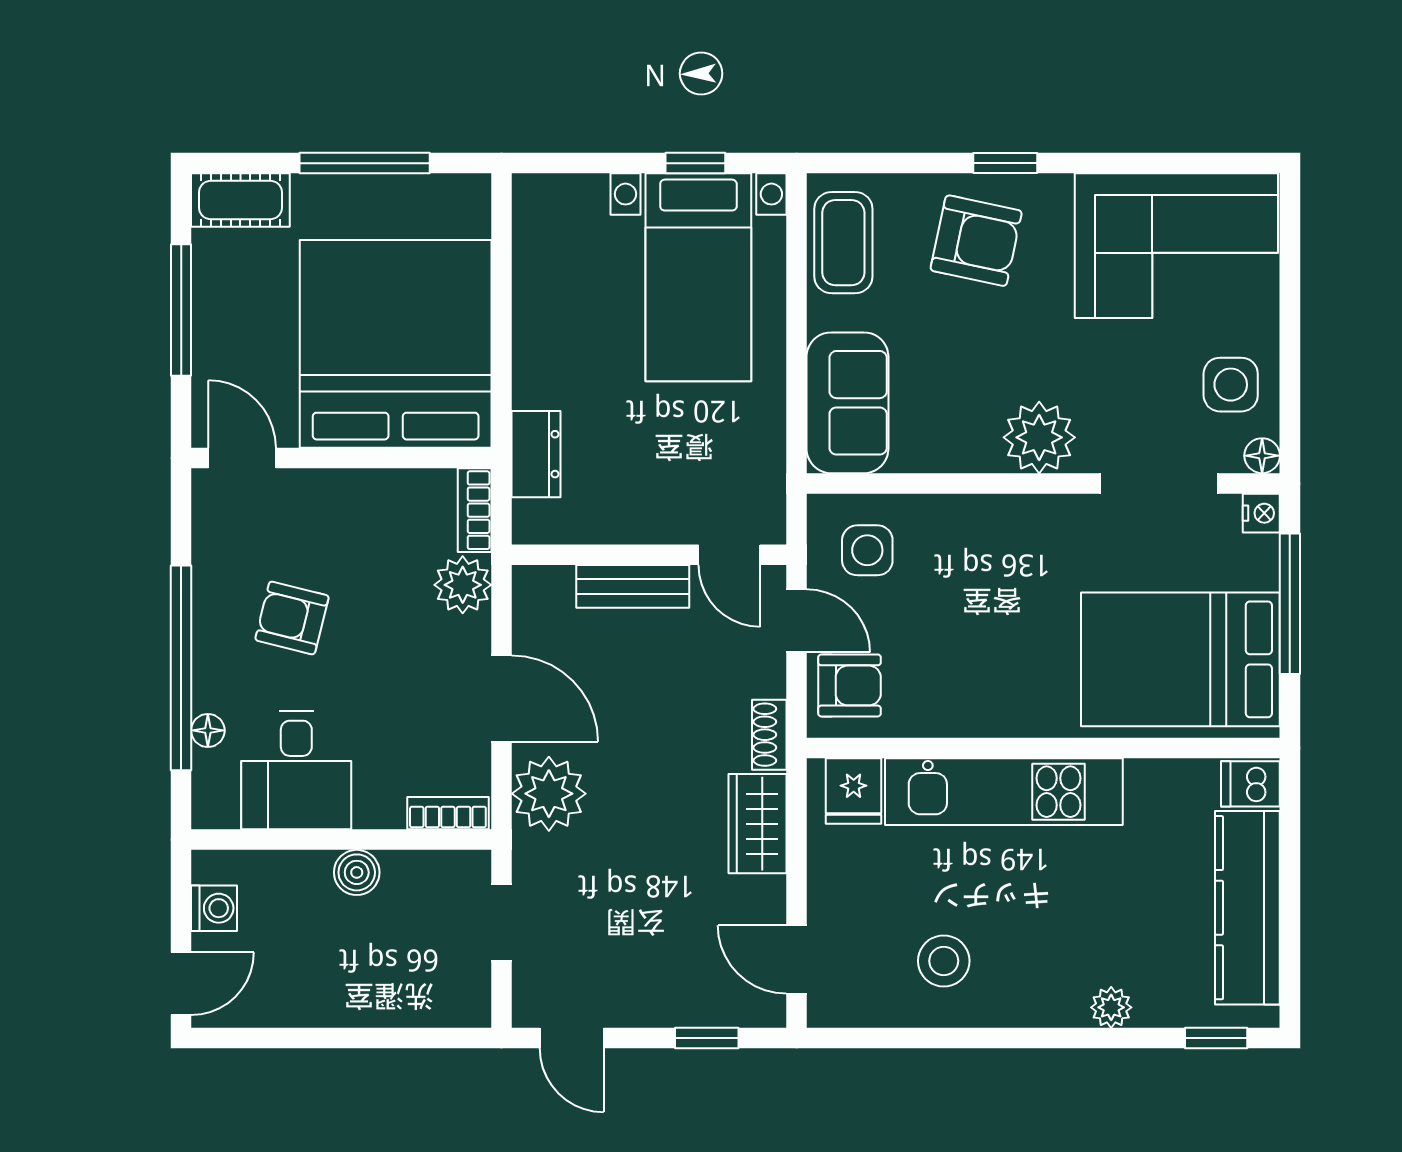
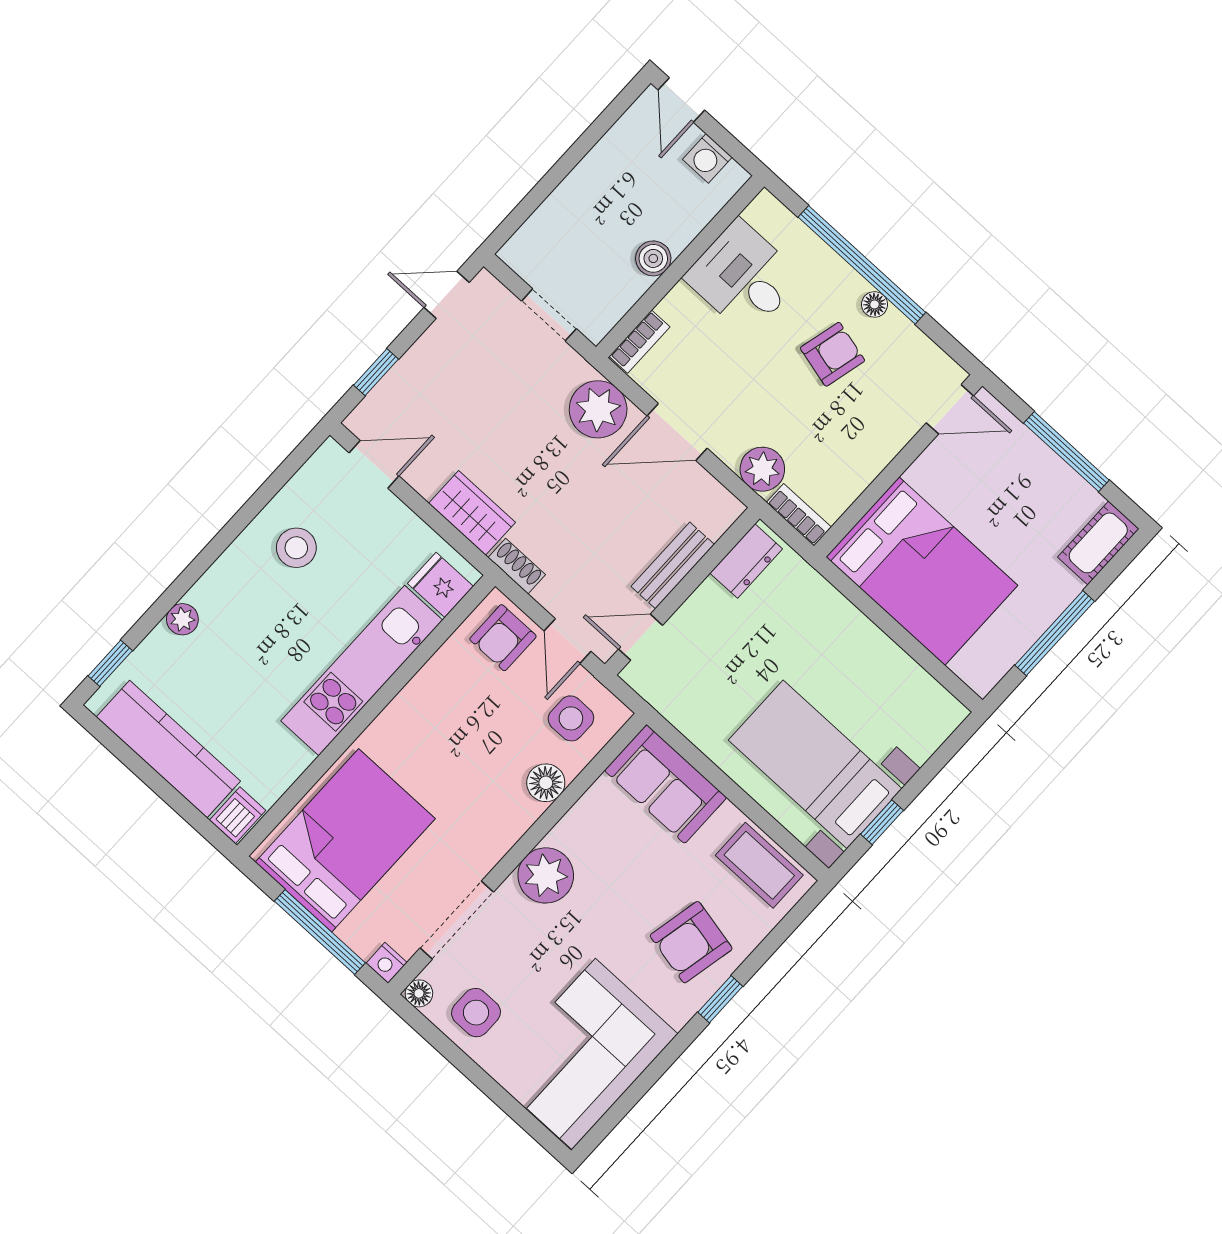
bed: (396, 344) -> (922, 571), width x0.73
dresser: (536, 454) -> (746, 561), moved, turned -90
floor lamp: (951, 518) -> (546, 783), added
door: (797, 621) -> (568, 641), hinge flipped
floor lamp: (208, 730) -> (874, 304), moved

